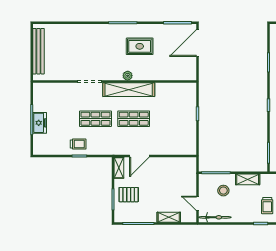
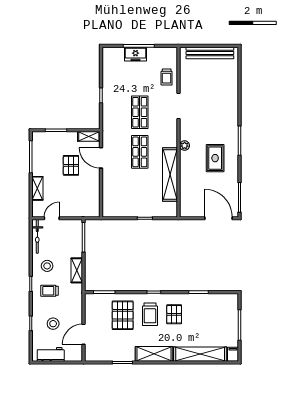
shelving: (129, 90) -> (170, 174), moved
trolley: (78, 144) -> (167, 77), moved
stool: (223, 191) -> (47, 266), moved
pallet: (129, 195) -> (71, 165), moved

